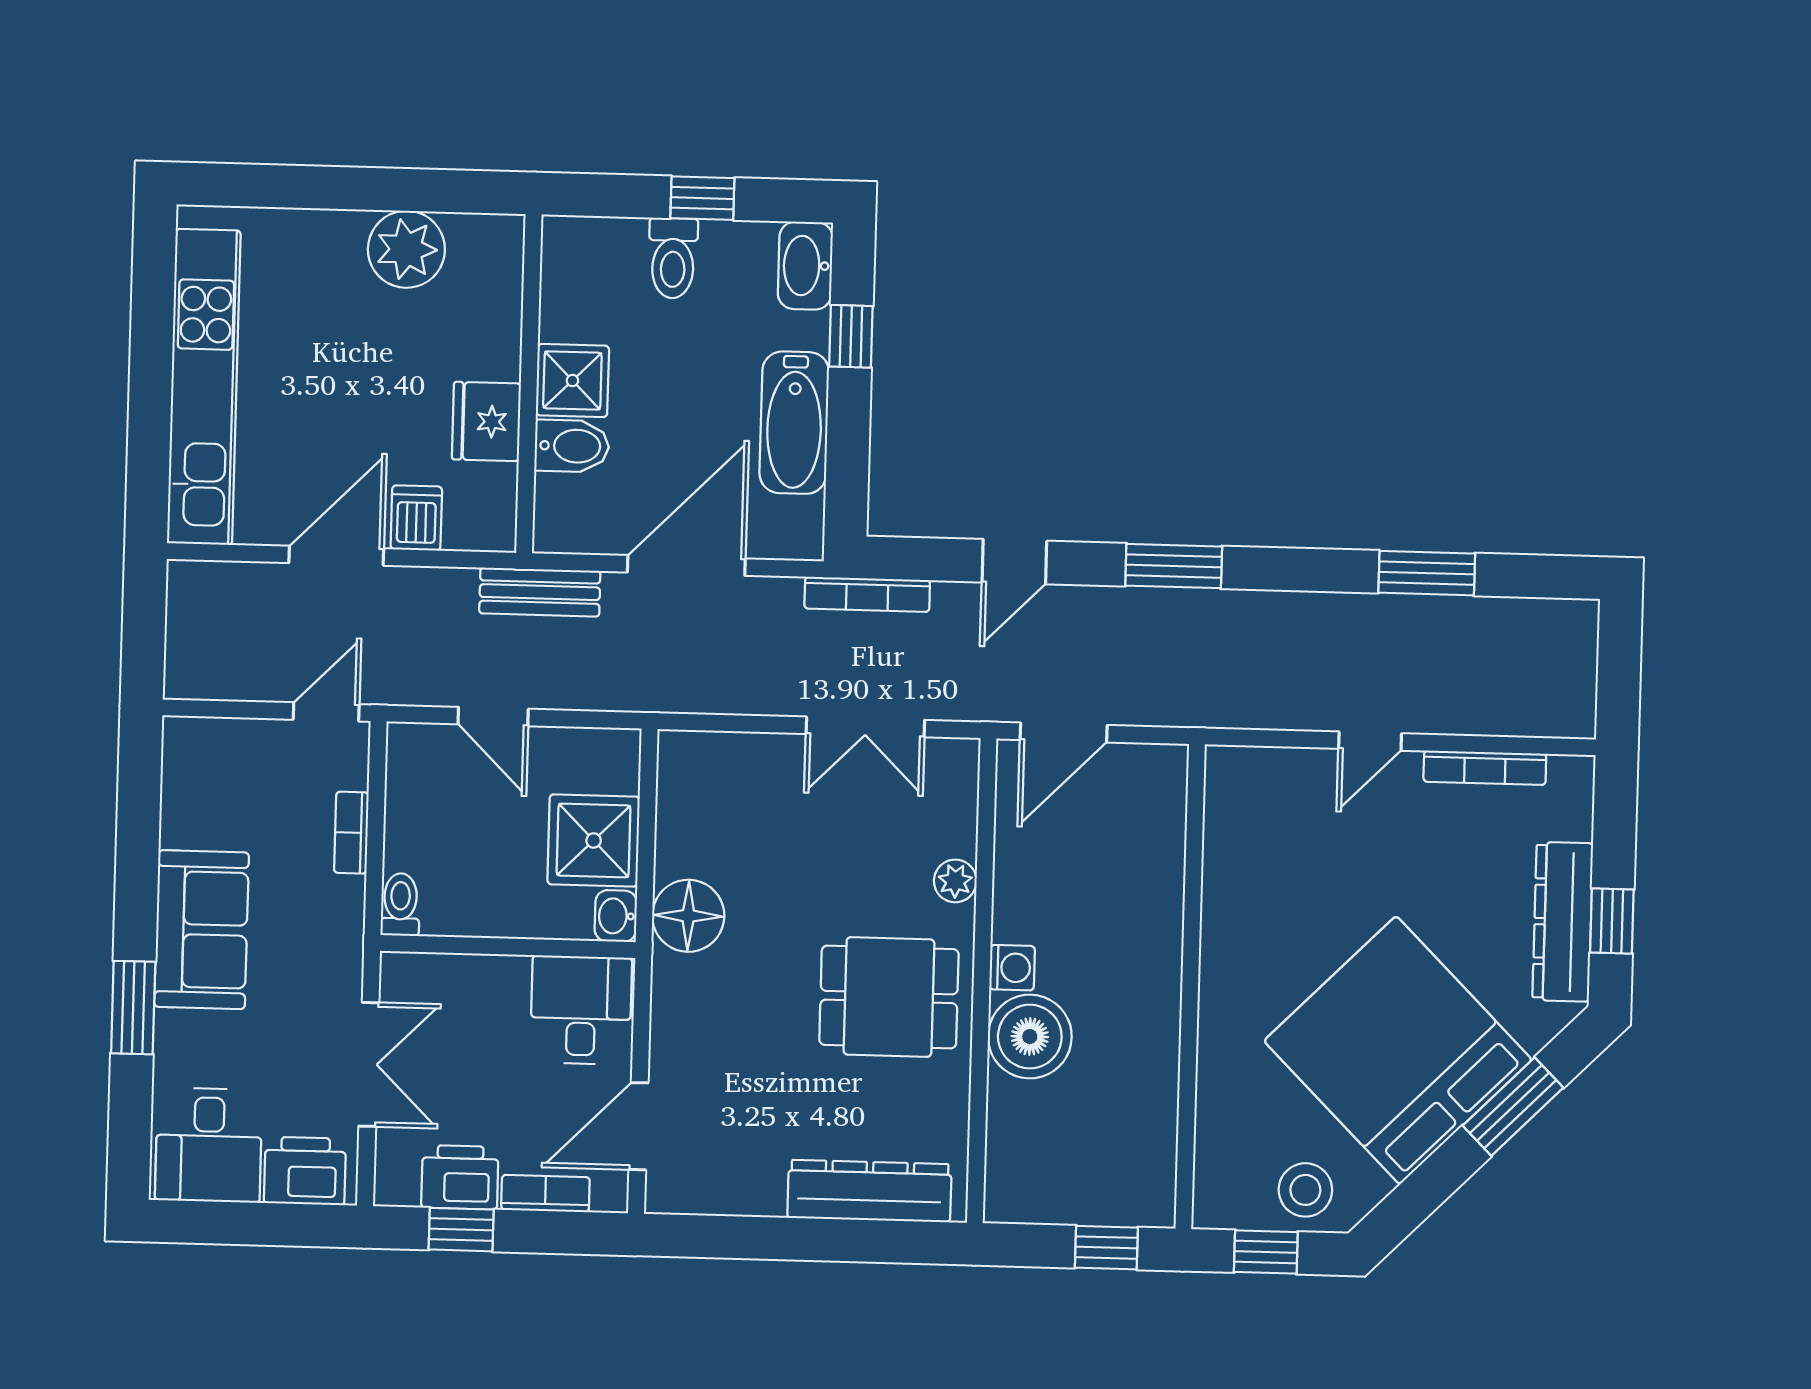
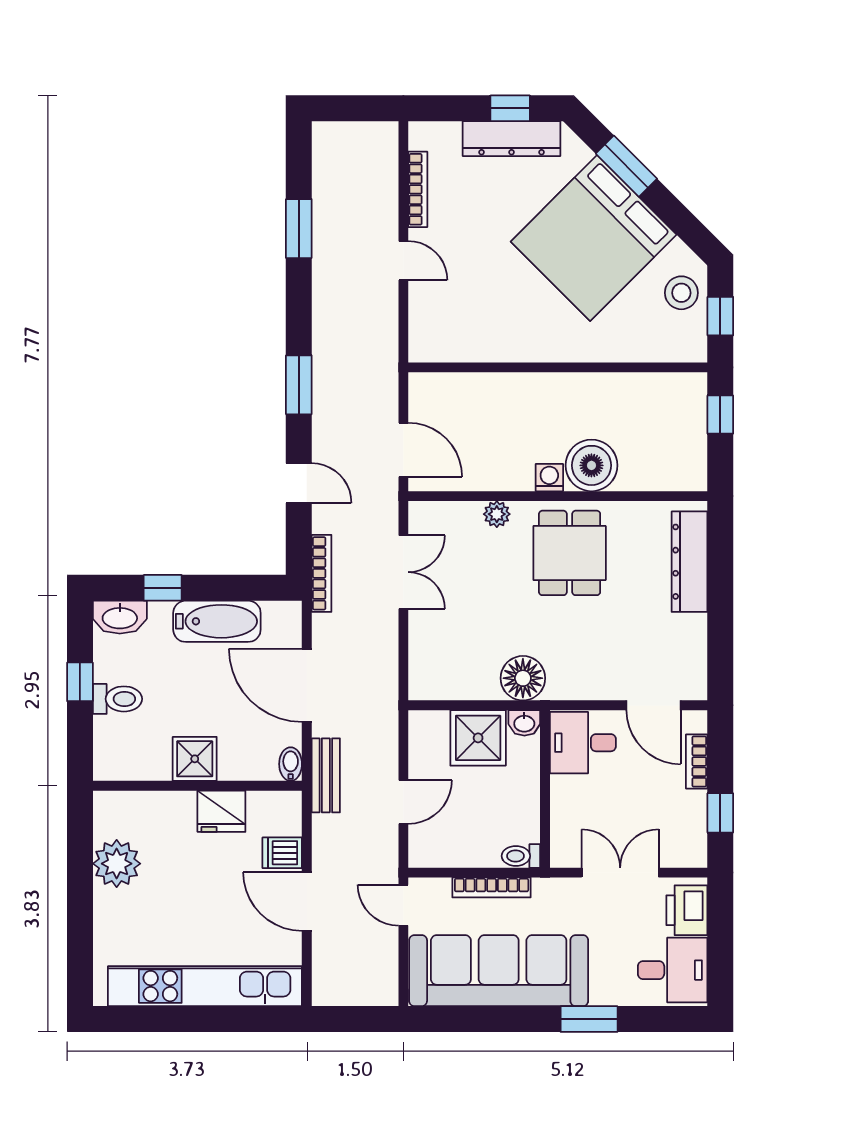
bidet: (572, 446) -> (291, 764), moved, width x0.72, depth x0.74
bookcase: (351, 833) -> (492, 887), width x1.56
sofa: (202, 930) -> (499, 971), width x1.85, depth x1.27
printer: (460, 1177) -> (688, 815), removed

